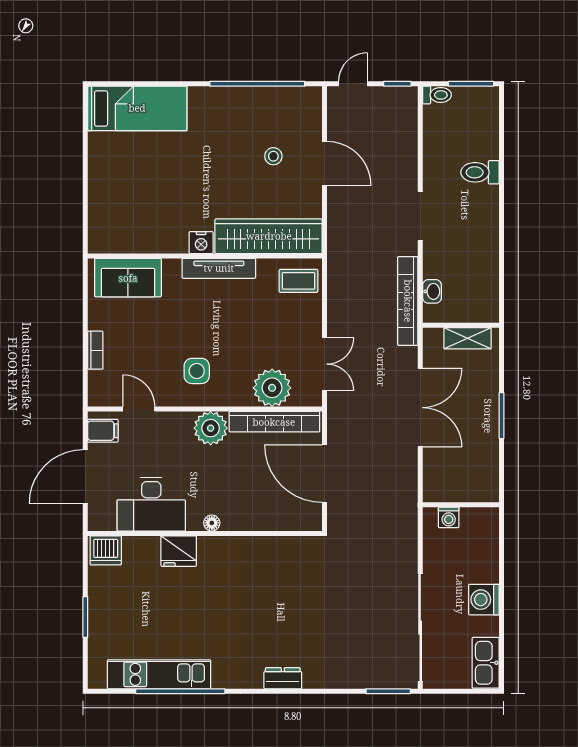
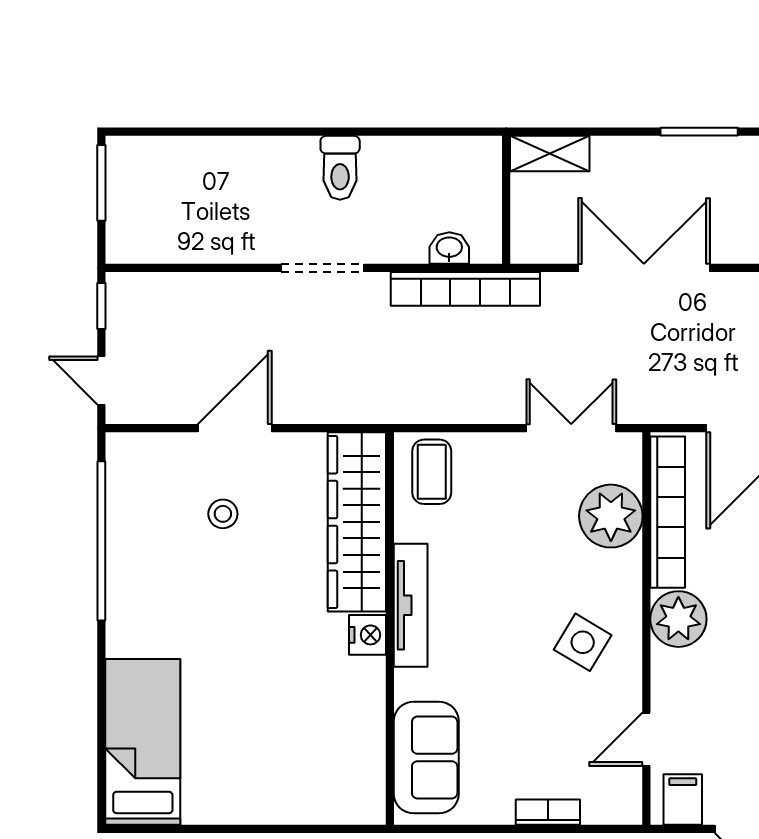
toilet: (437, 95) -> (120, 240), removed
toilet: (480, 172) -> (340, 168), moved
shelving: (468, 338) -> (550, 154), moved, turned 90
side table: (197, 371) -> (583, 642), turned 31
window: (501, 416) -> (699, 132), moved

